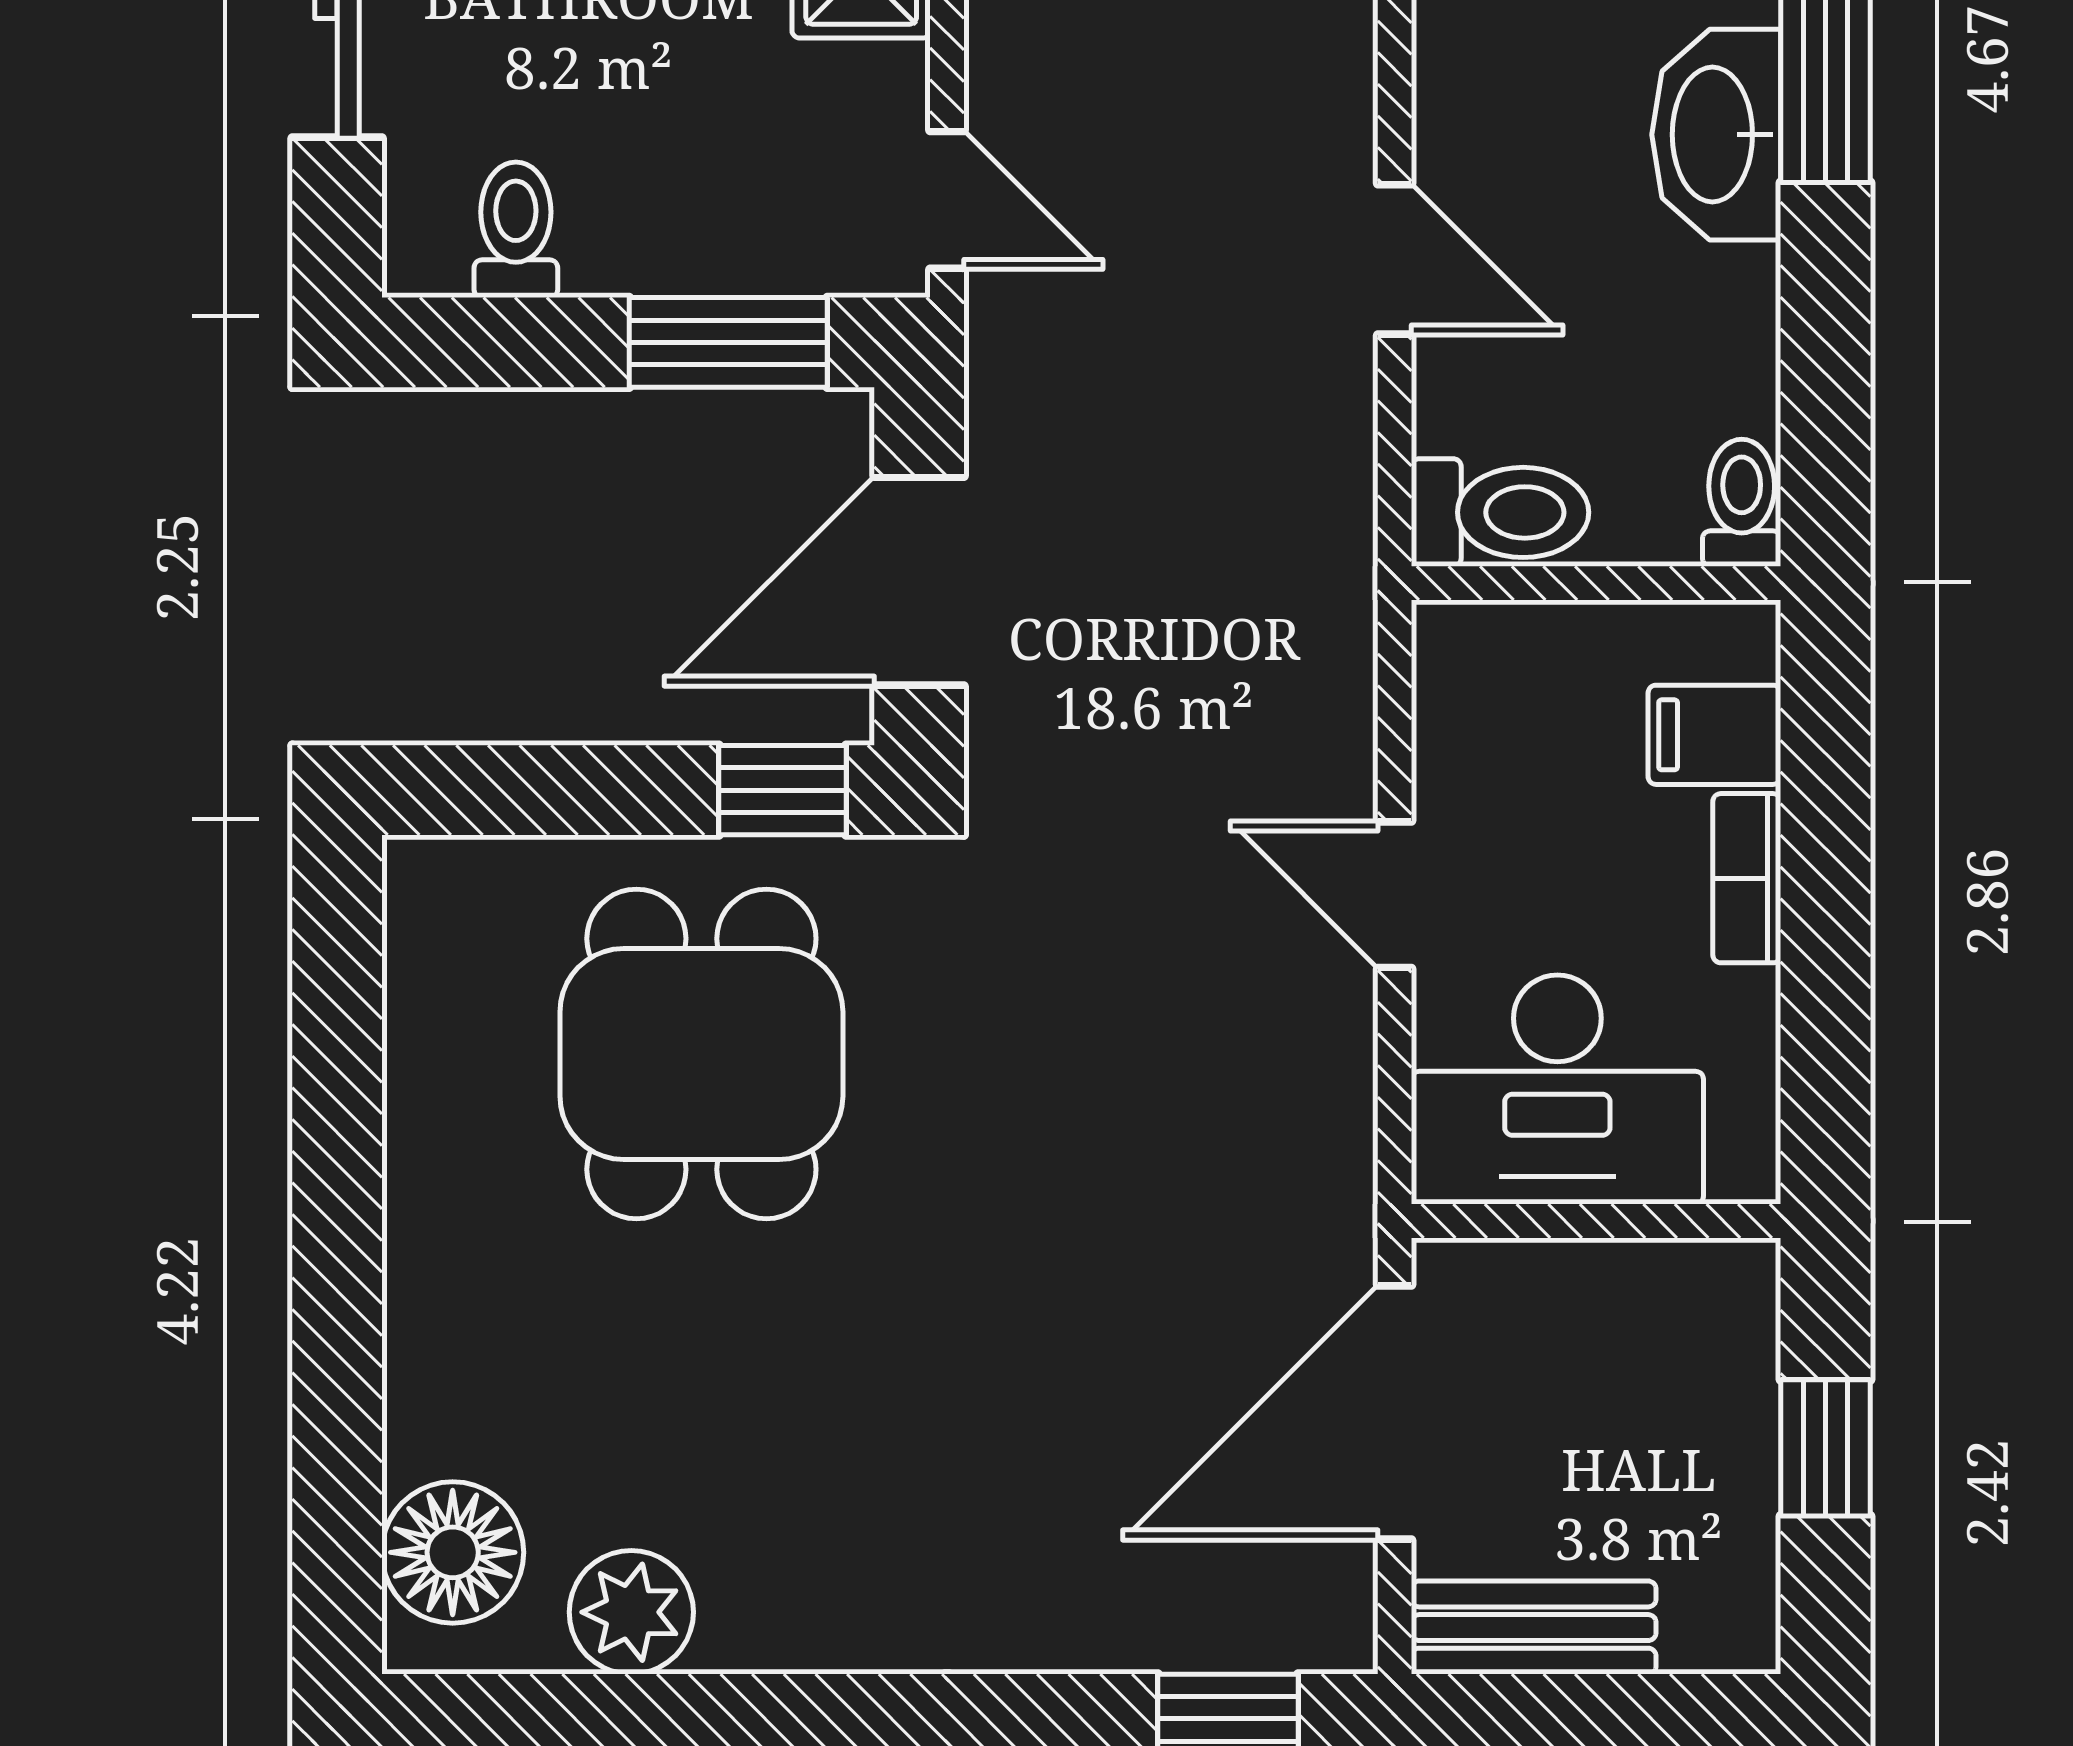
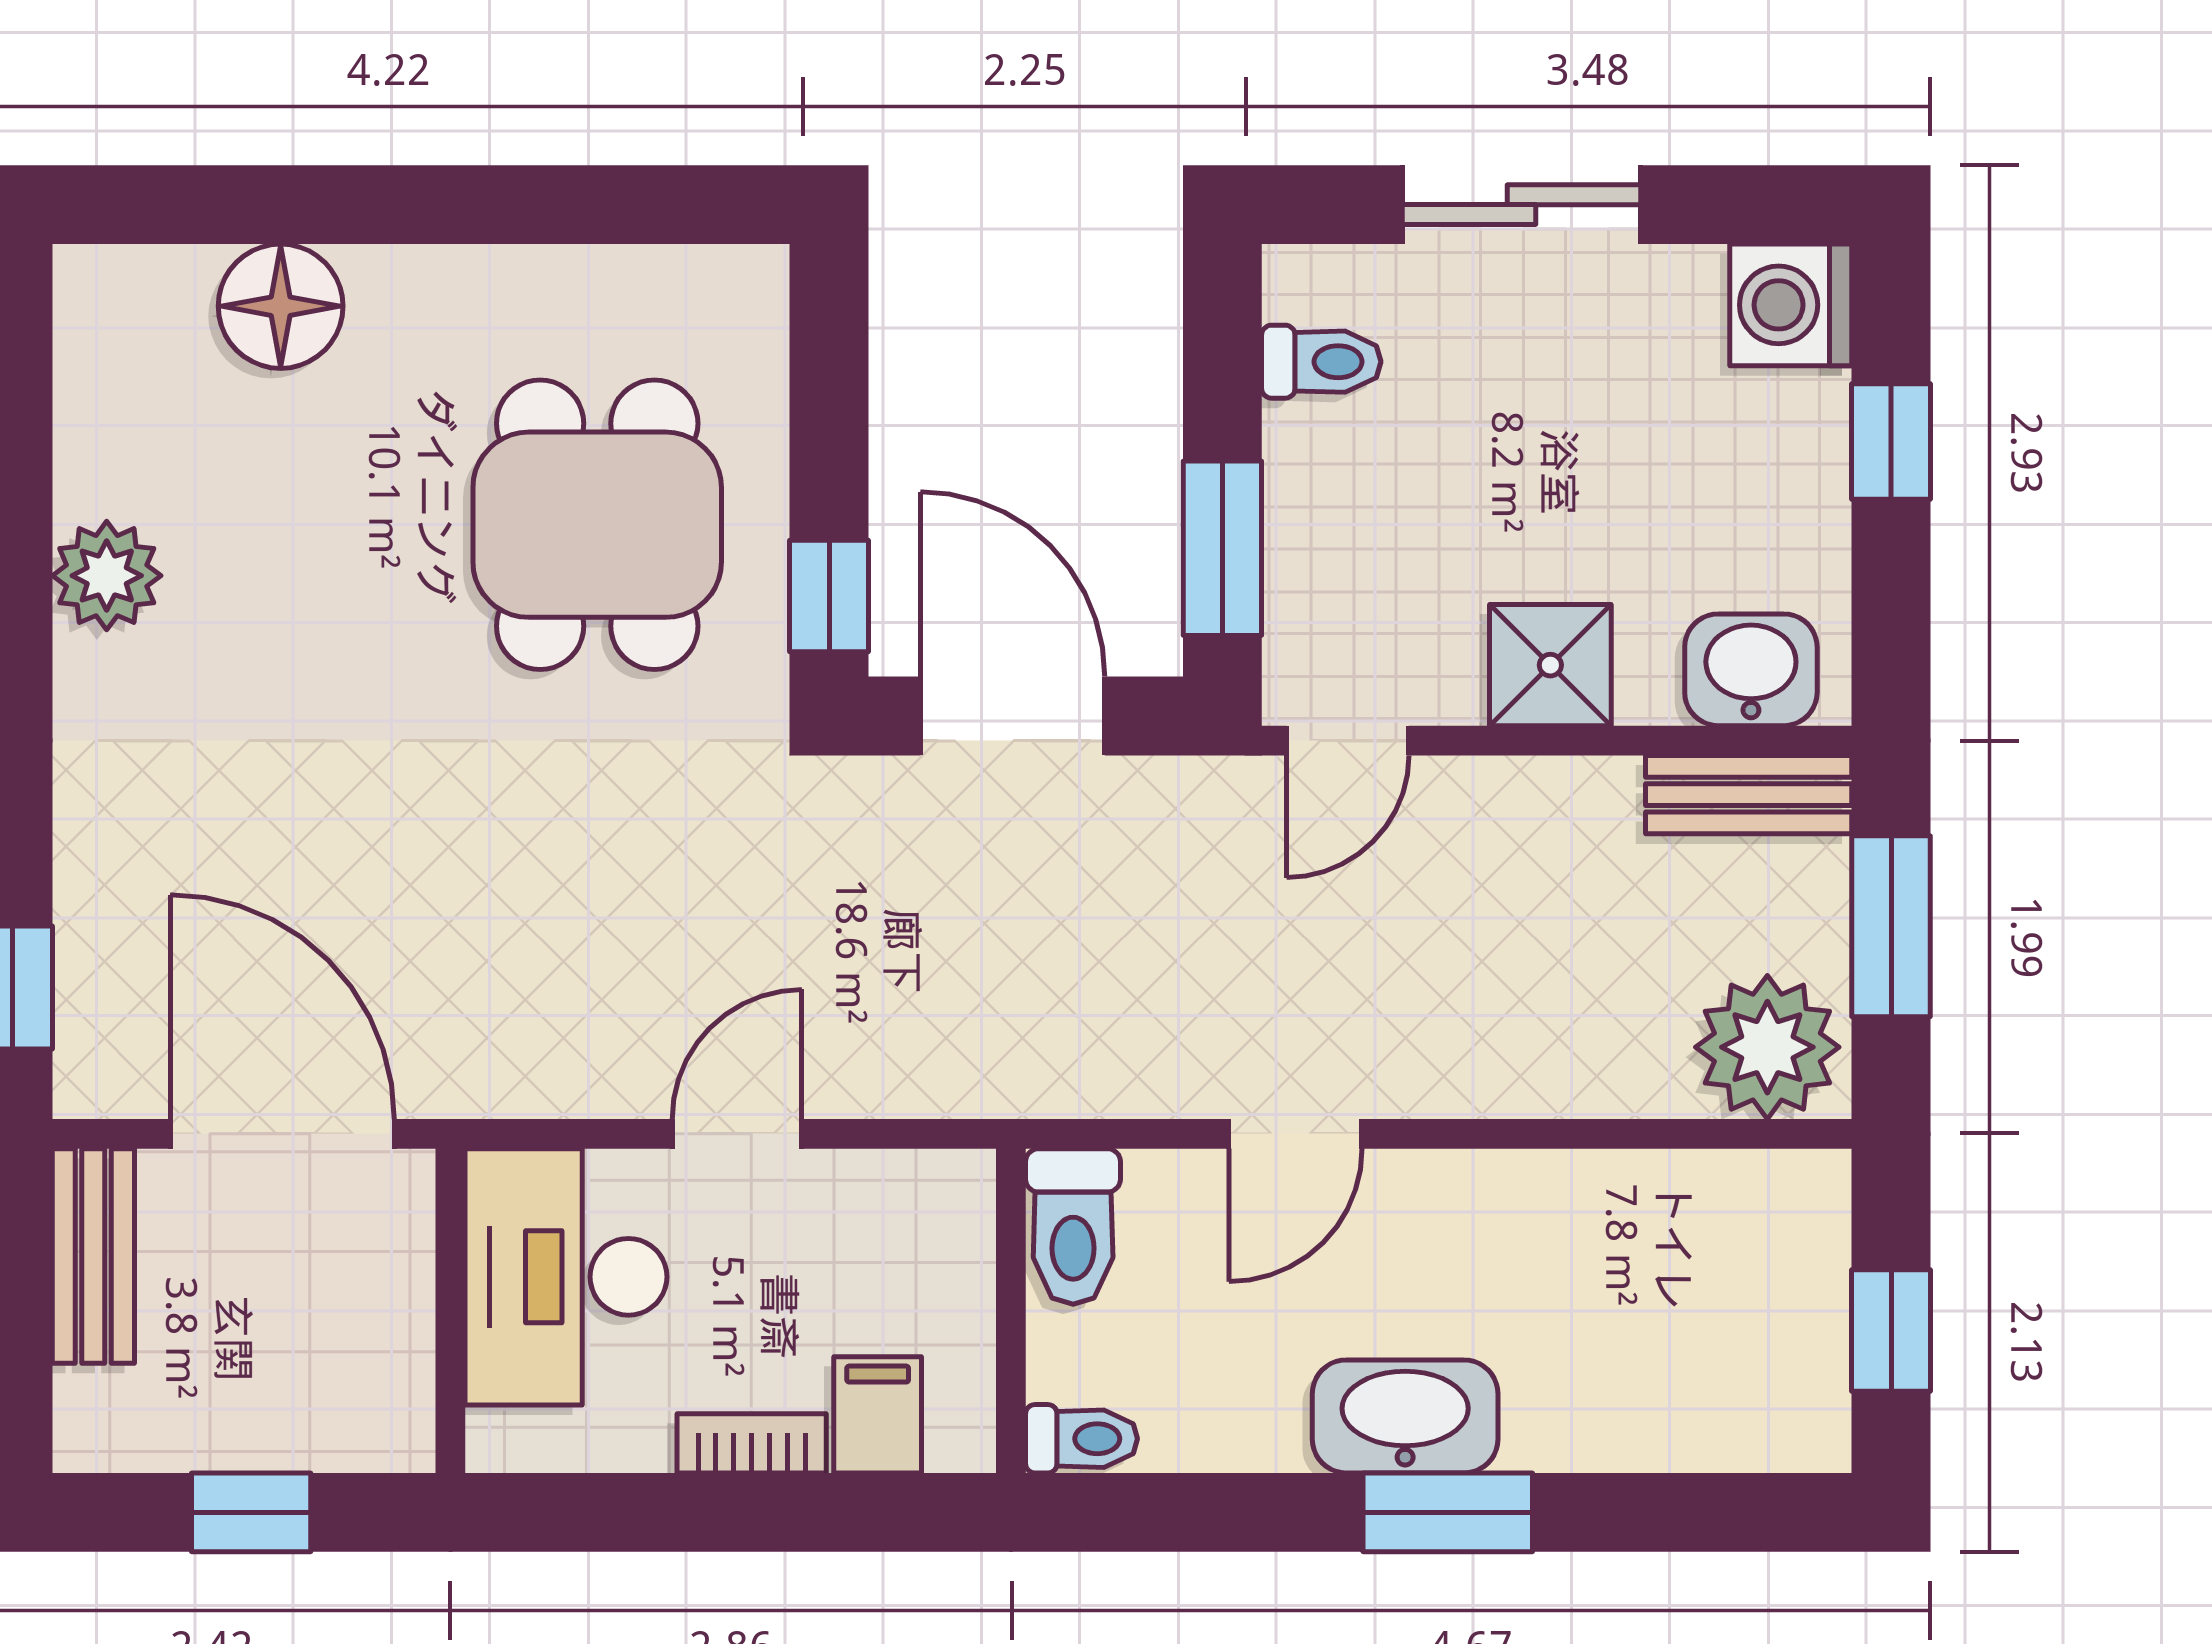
dining table: (701, 1054) -> (597, 525), turned 90
floor lamp: (453, 1552) -> (281, 306), moved
plant: (631, 1612) -> (107, 576), moved

